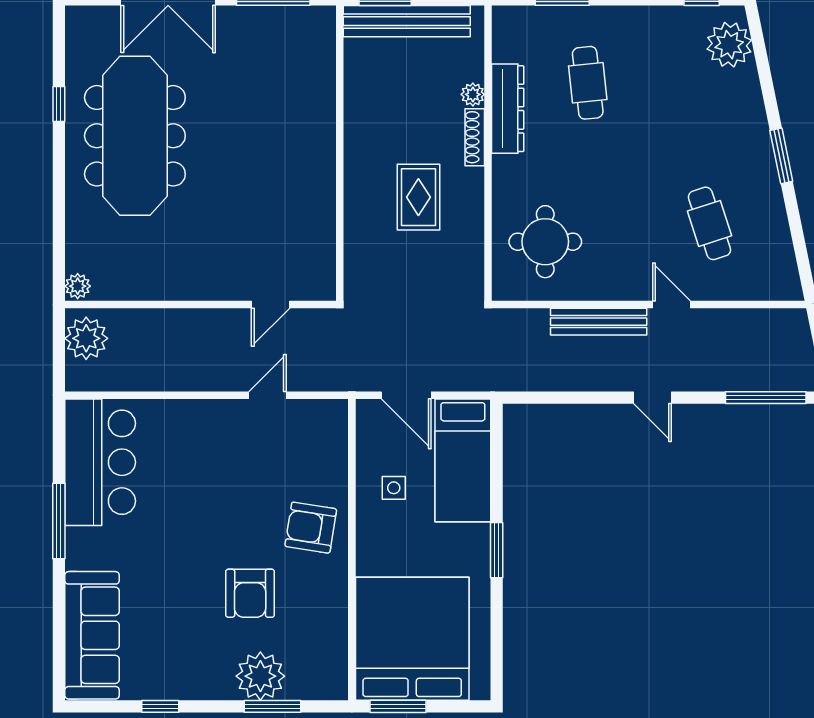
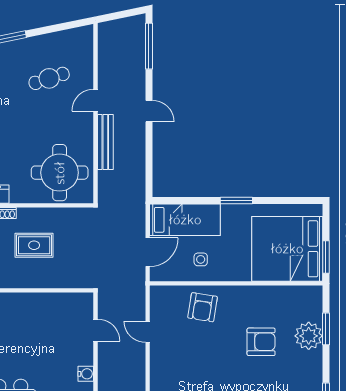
round table: (545, 242) -> (60, 173), width x1.36, depth x1.36
water cooler: (194, 287) -> (86, 374), added
door: (652, 398) -> (149, 111), hinge flipped
armchair: (311, 528) -> (203, 307), moved

